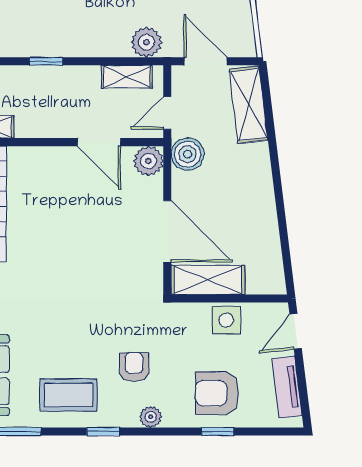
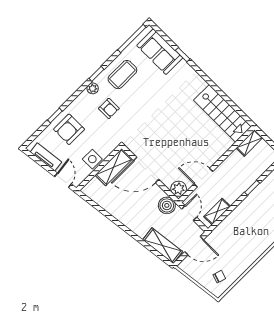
plant: (146, 42) -> (223, 231), removed
armchair: (217, 393) -> (69, 129), turned 180
plant: (151, 417) -> (93, 88), moved

